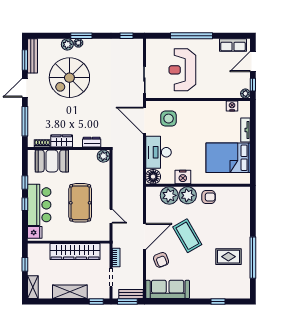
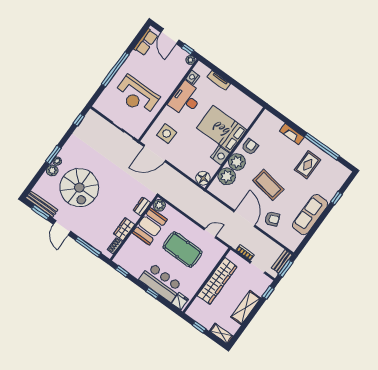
desk: (158, 152) -> (186, 99), moved, turned 90
bed: (228, 158) -> (222, 129), moved, turned 90
booth: (52, 161) -> (150, 226), moved
window: (25, 183) -> (122, 271), moved
fireplace: (245, 225) -> (292, 134), added
coffee table: (187, 236) -> (268, 185), turned 39
sofa: (168, 289) -> (310, 215), moved

